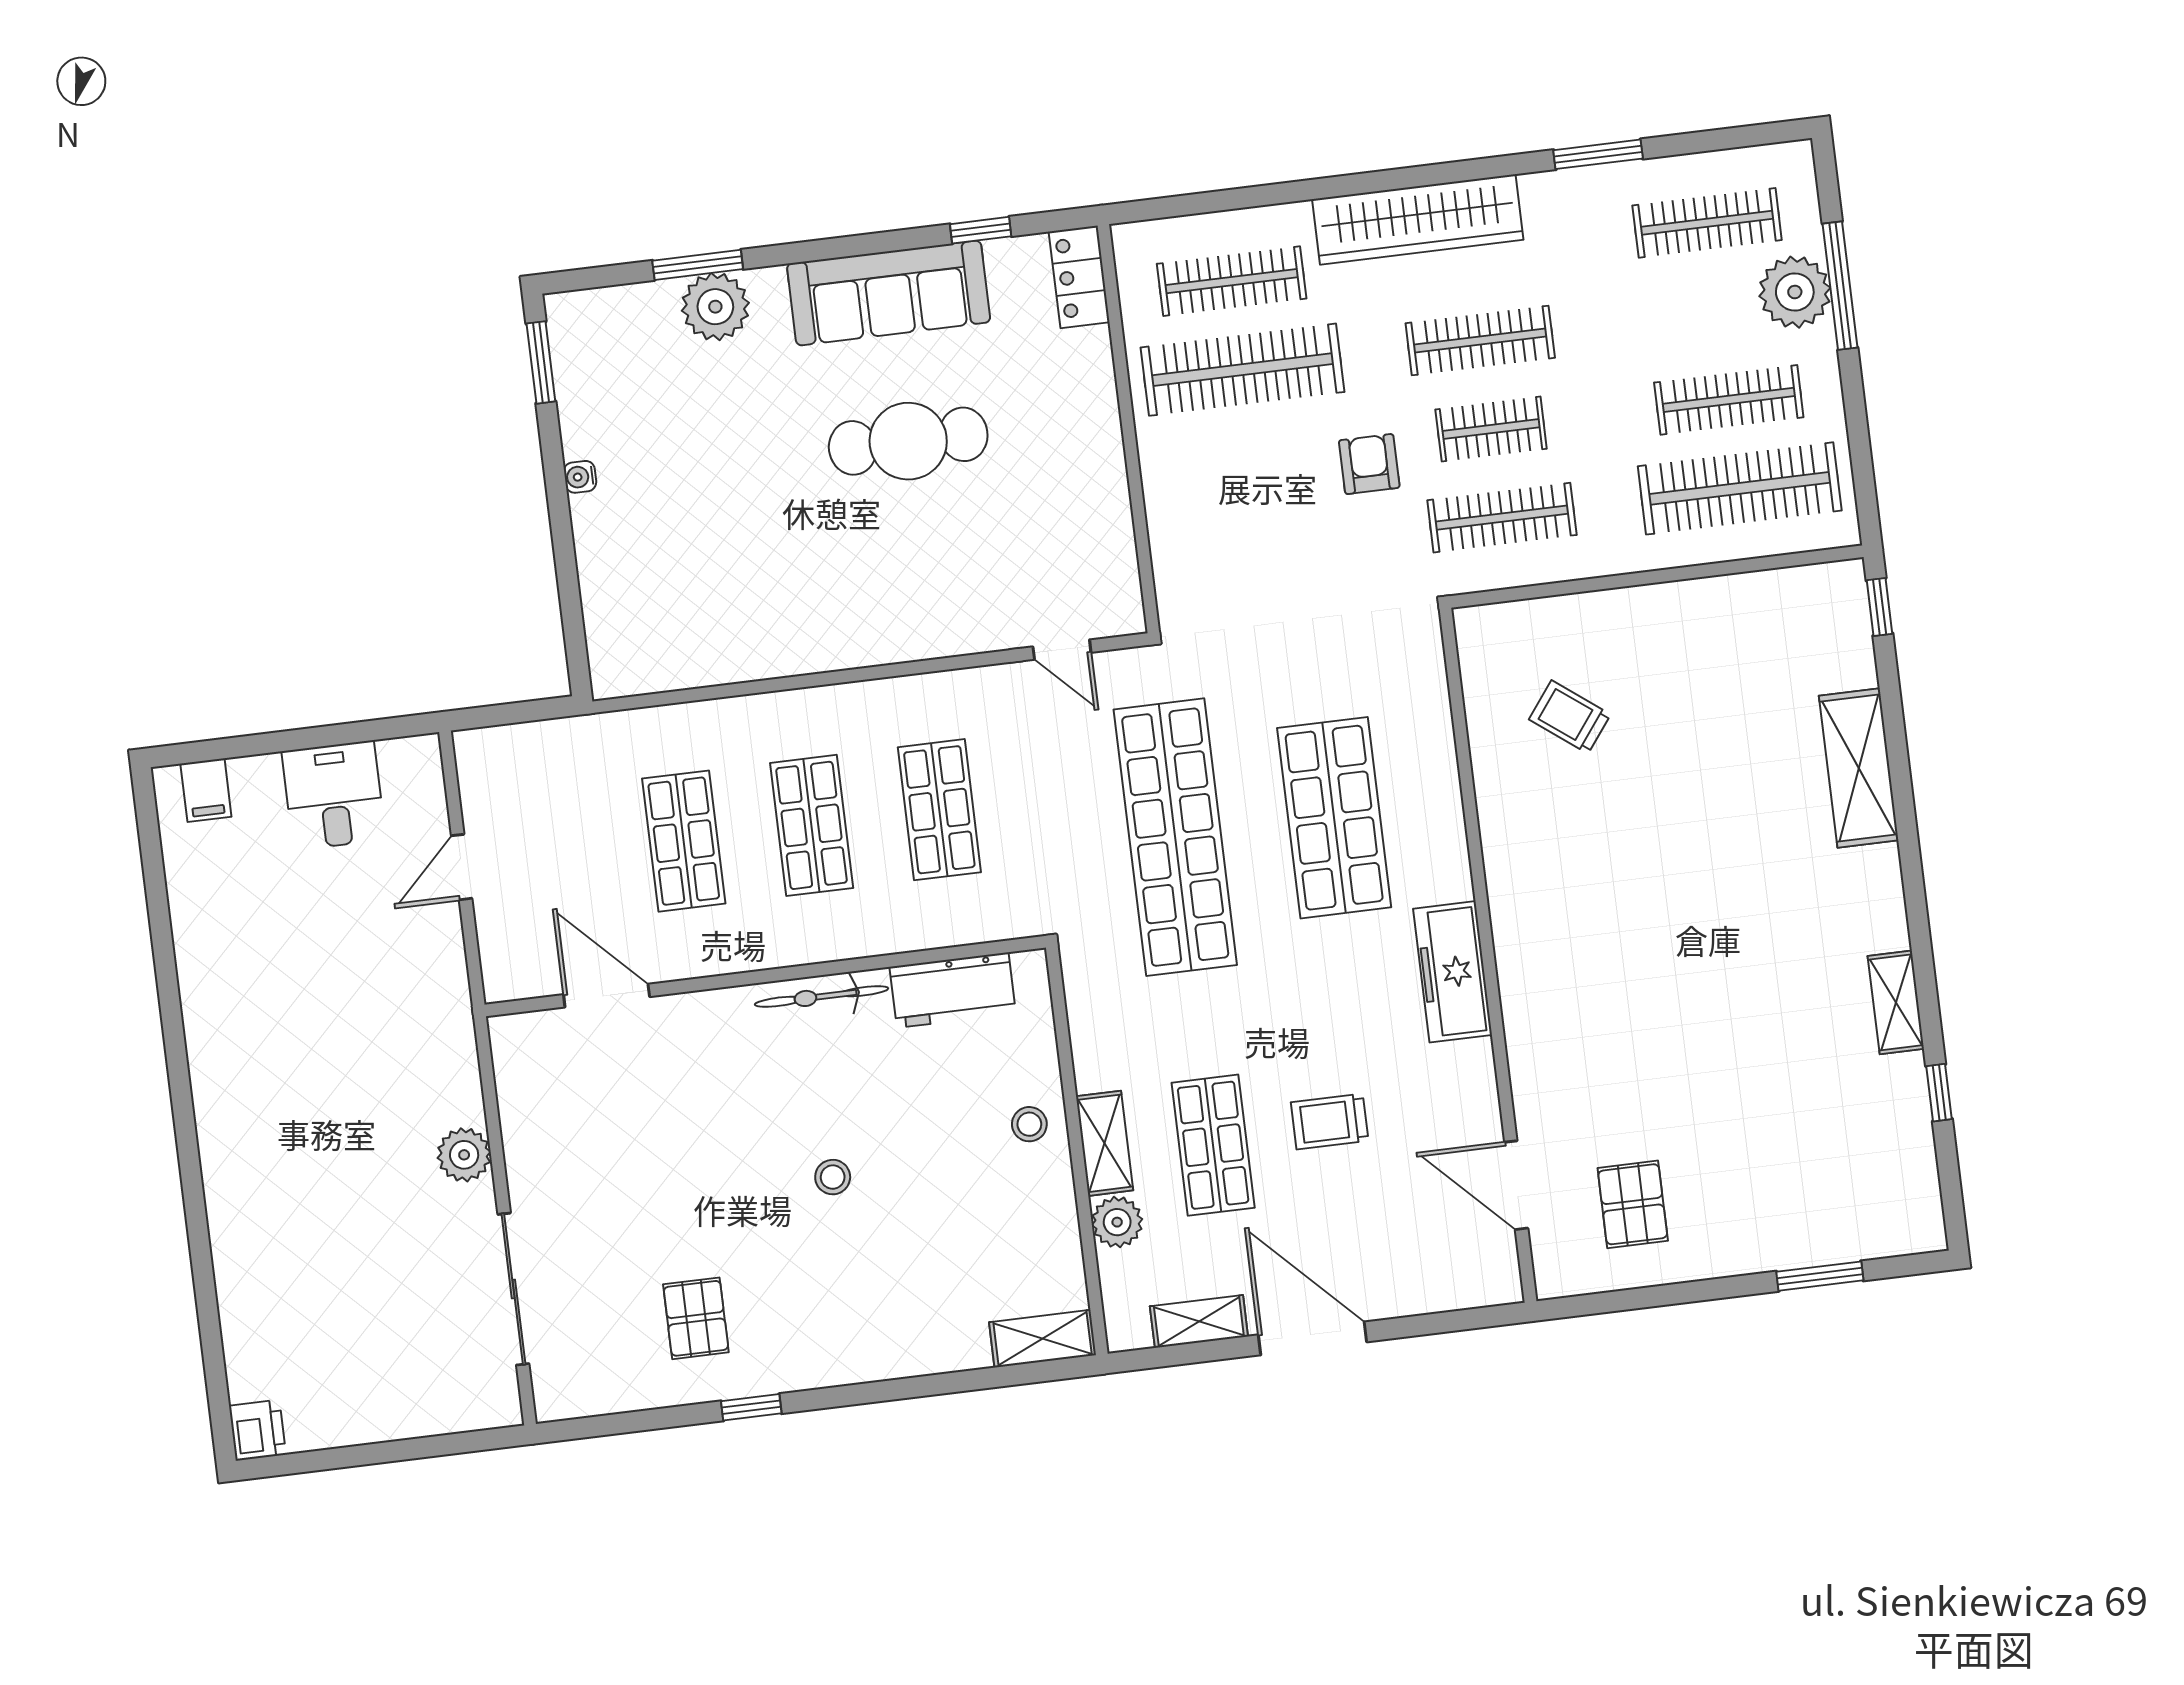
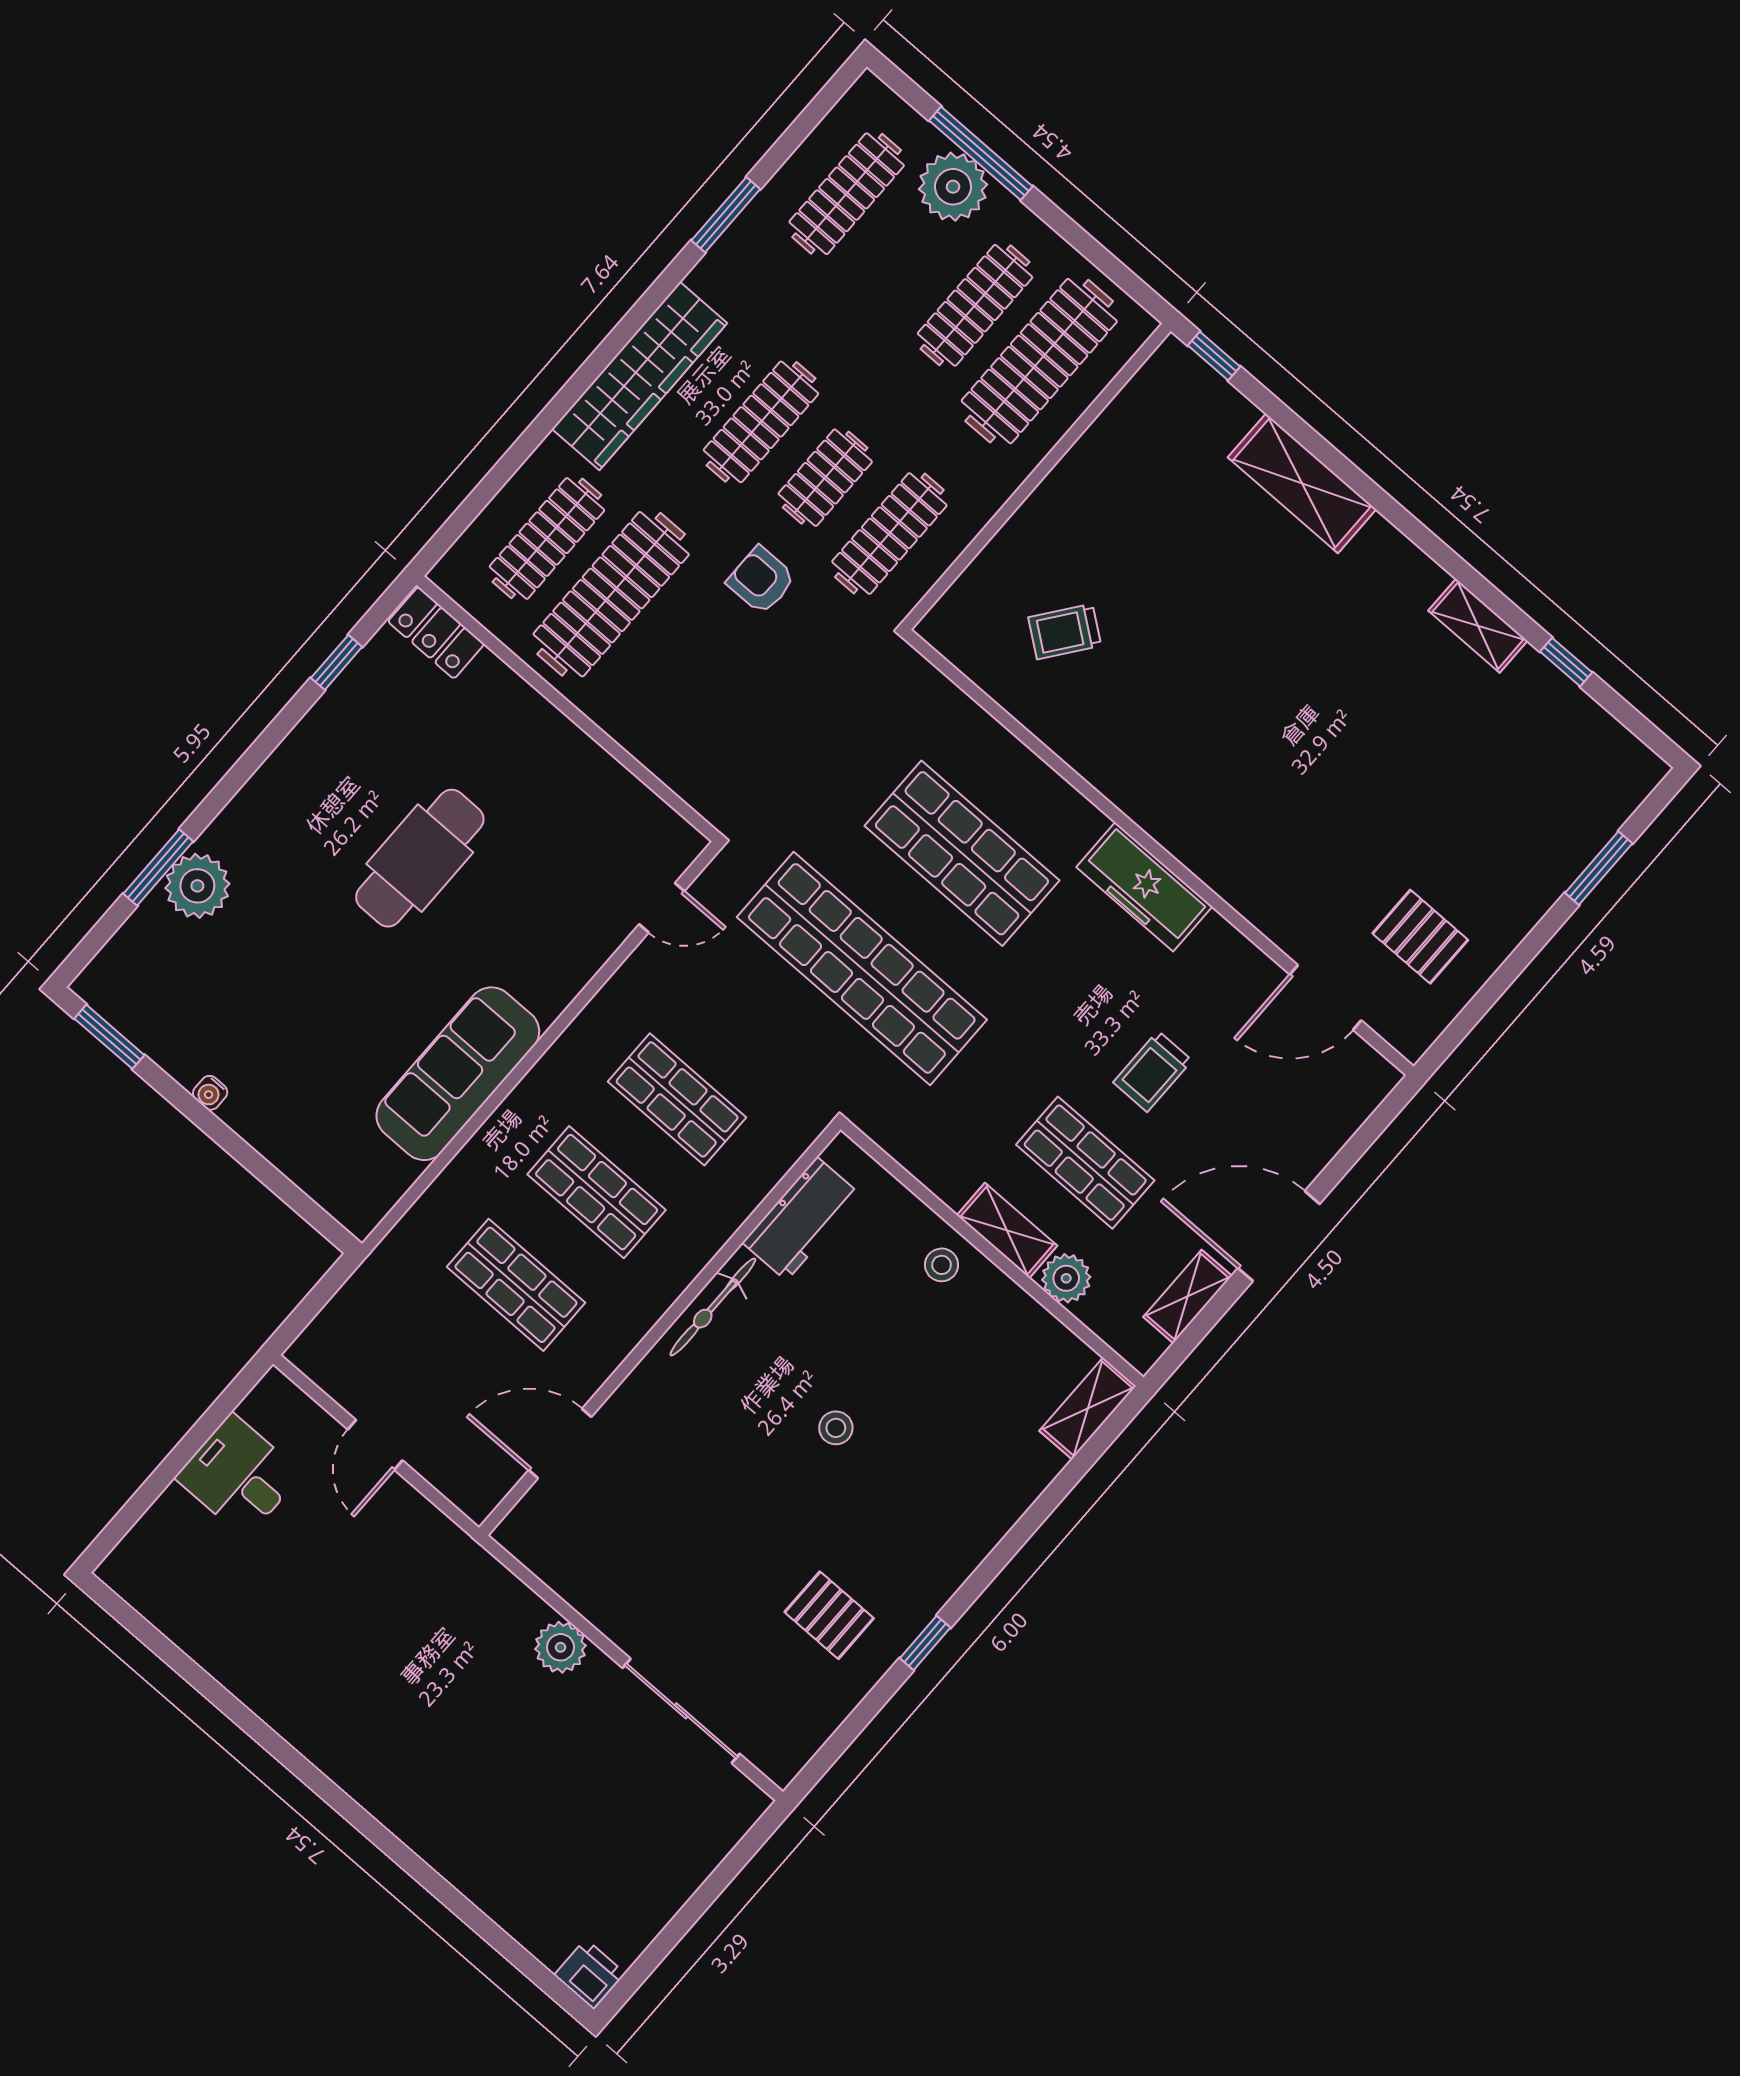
sofa: (889, 293) -> (458, 1074), moved, turned 180
filing cabinet: (206, 790) -> (145, 1554), removed

